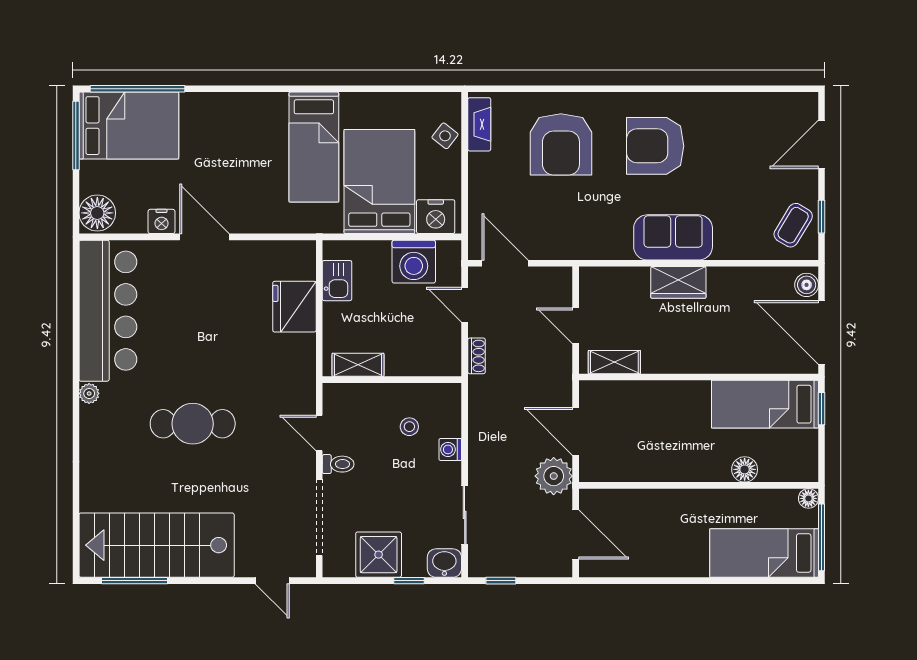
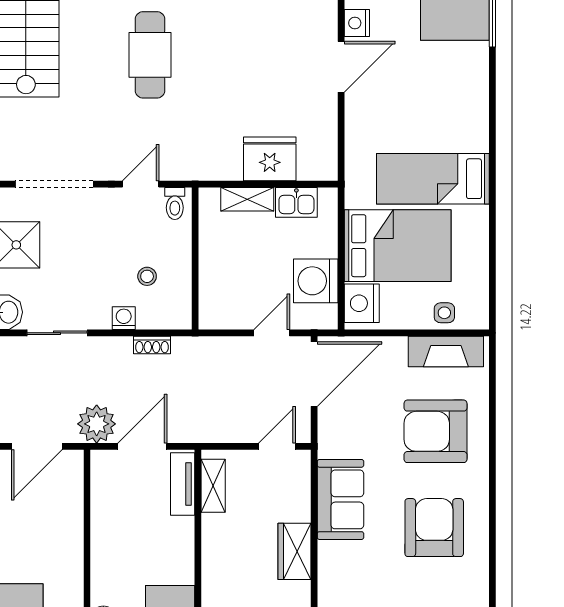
fireplace: (479, 124) -> (446, 351), width x1.37, depth x1.32
side table: (445, 136) -> (444, 313), turned -38
sofa: (673, 237) -> (340, 499), moved
door: (505, 263) -> (314, 374), width x1.36
door: (576, 326) -> (277, 446), moved
shoe rack: (476, 356) -> (152, 345), moved
shelving: (358, 365) -> (247, 199), moved, turned 90
tv unit: (612, 392) -> (183, 484), added
toilet: (338, 464) -> (175, 204), moved

